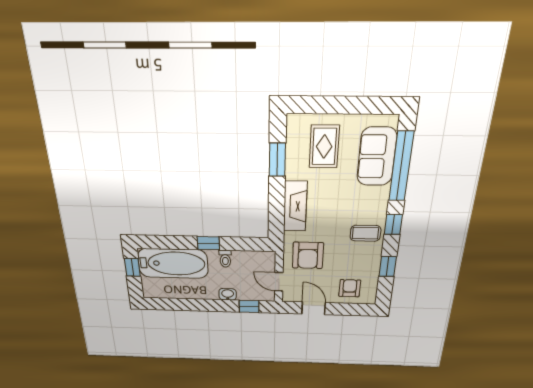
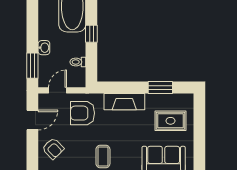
toilet: (225, 259) -> (78, 62), moved
armchair: (350, 288) -> (53, 149), turned 46
window: (249, 306) -> (32, 66), width x1.50

